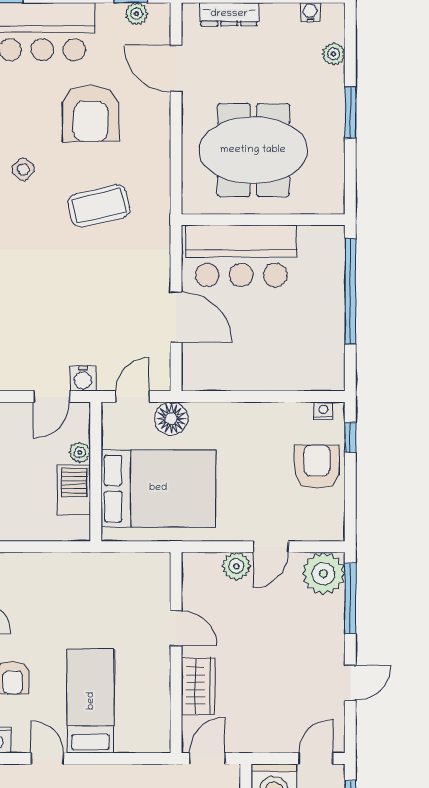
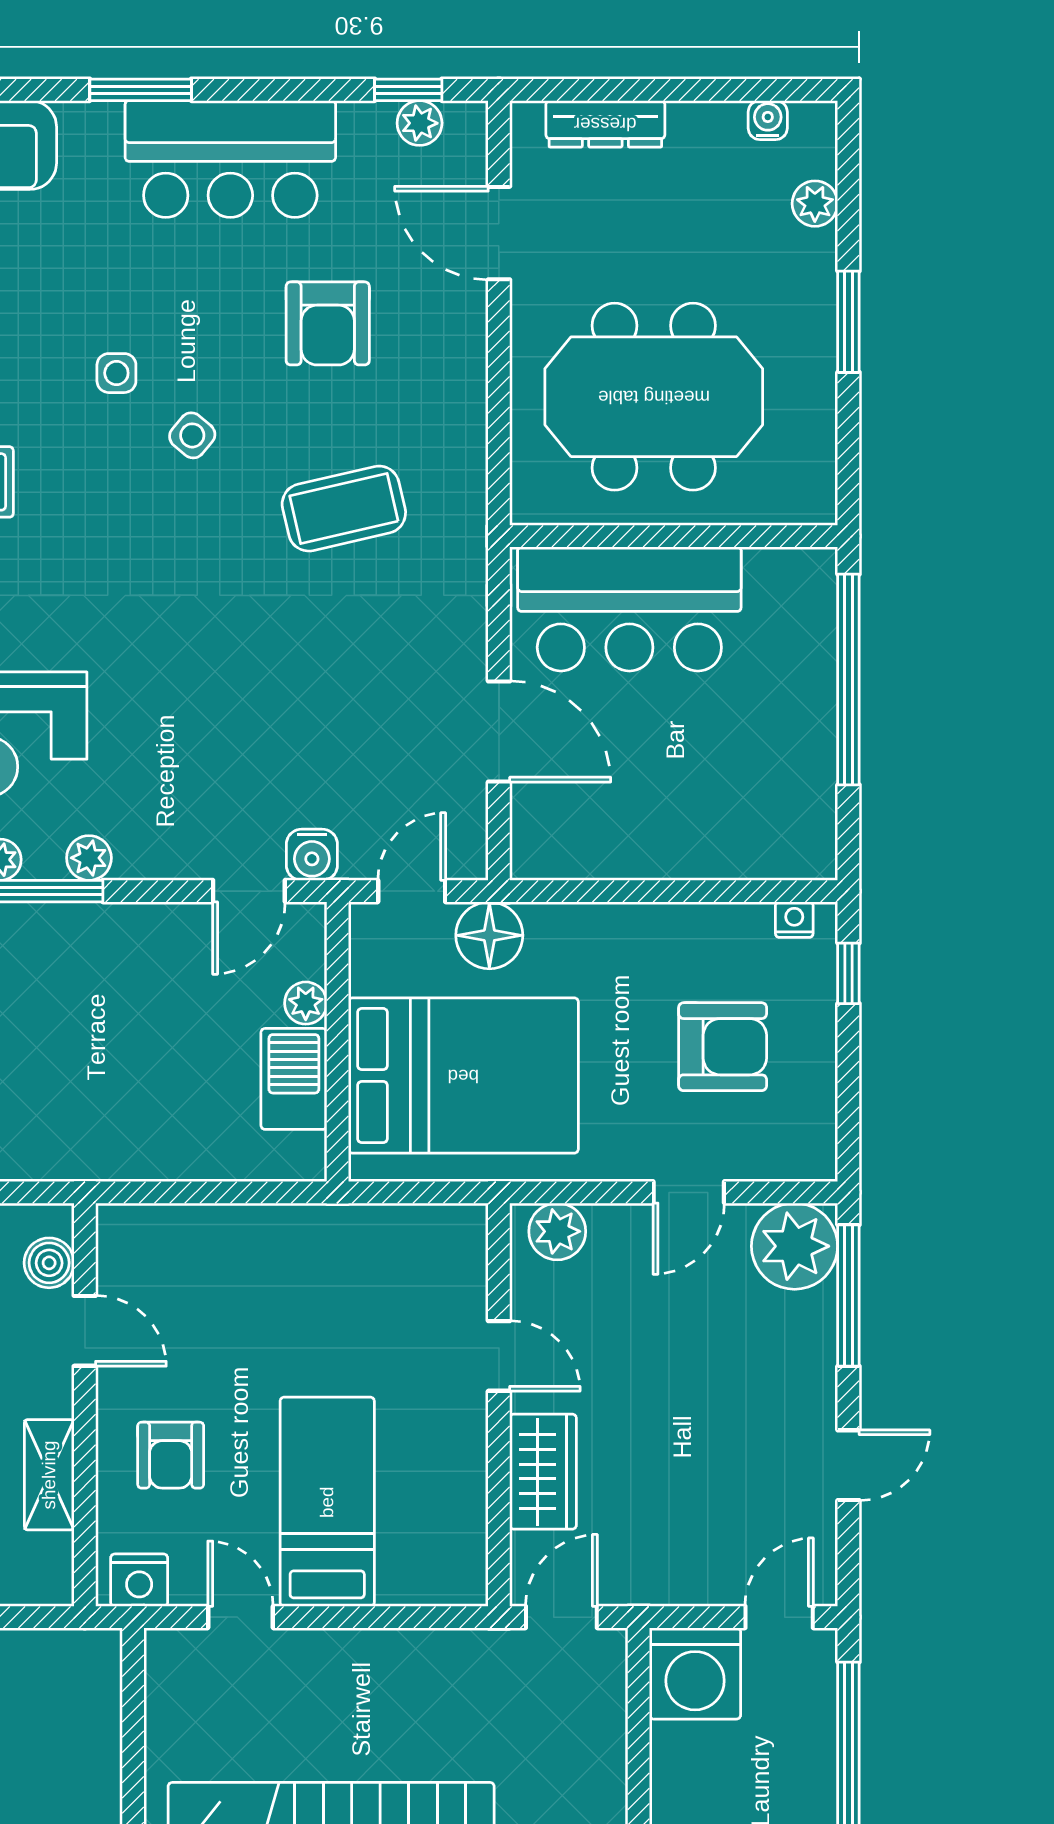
armchair: (91, 114) -> (328, 323), width x0.73, depth x0.73
armchair: (317, 467) -> (723, 1047), moved, turned 90
plant: (236, 566) -> (557, 1231), moved

